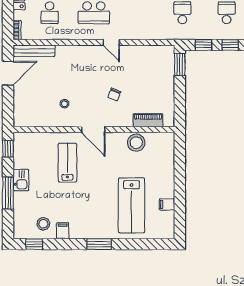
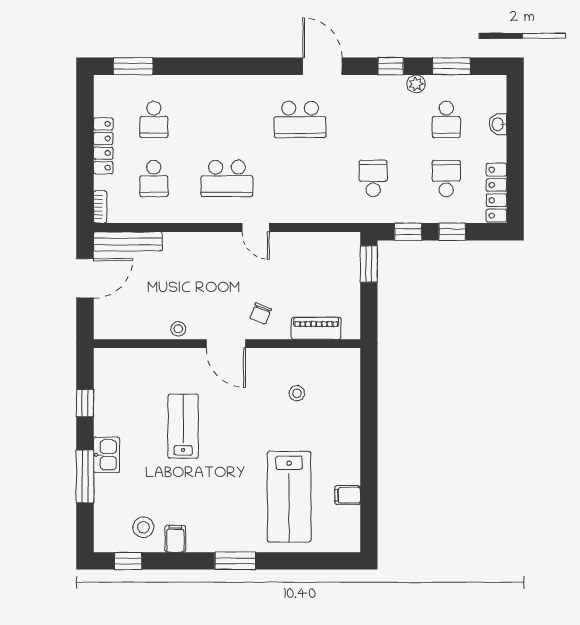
piano: (148, 120) -> (316, 328), moved
door: (93, 130) -> (226, 344), moved
wall: (94, 130) -> (227, 344), moved
stool: (136, 143) -> (297, 393), width x0.53, depth x0.53

